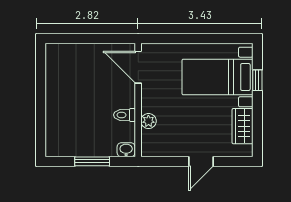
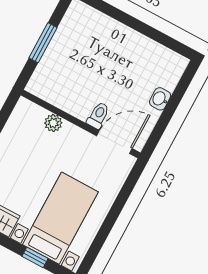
toilet: (125, 115) -> (98, 115), moved
washbasin: (126, 150) -> (160, 99), moved, turned 180

